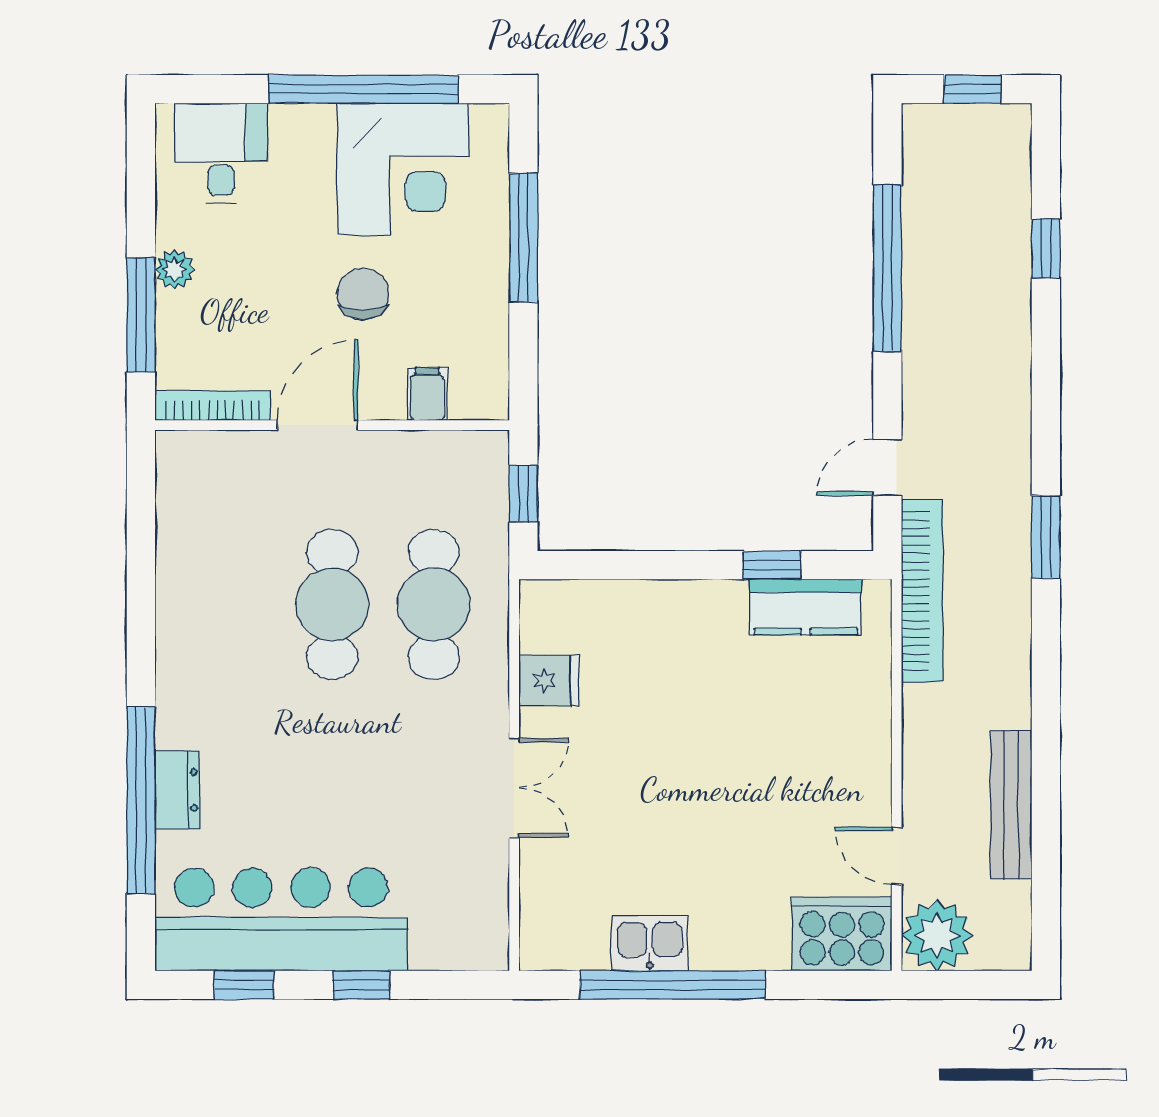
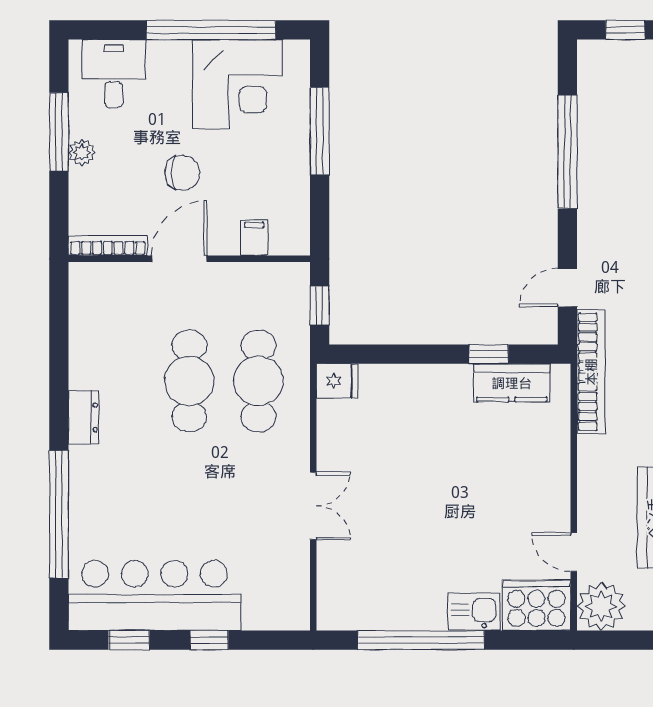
chair: (363, 294) -> (182, 173), moved, turned 90
window: (141, 315) -> (59, 132), moved
fridge: (549, 681) -> (337, 381), moved
dresser: (177, 790) -> (83, 417), moved
kitchen sink: (650, 943) -> (474, 612), moved

